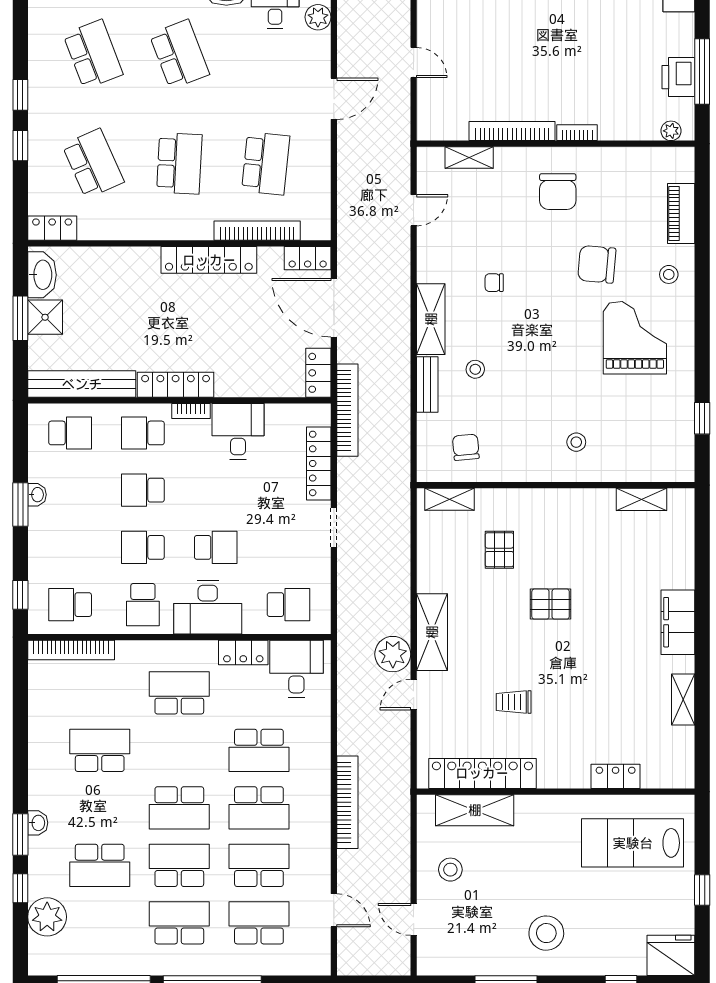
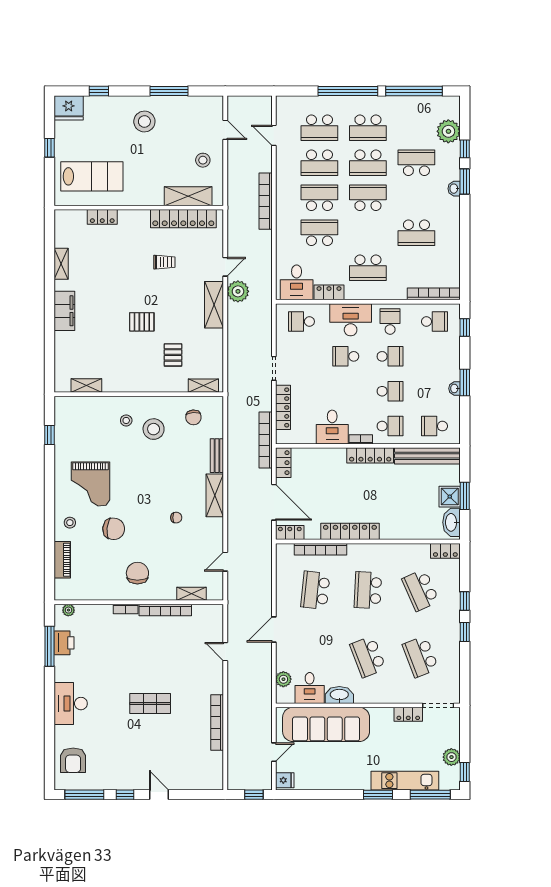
stool: (475, 369) -> (154, 429), moved, width x1.89, depth x1.89

